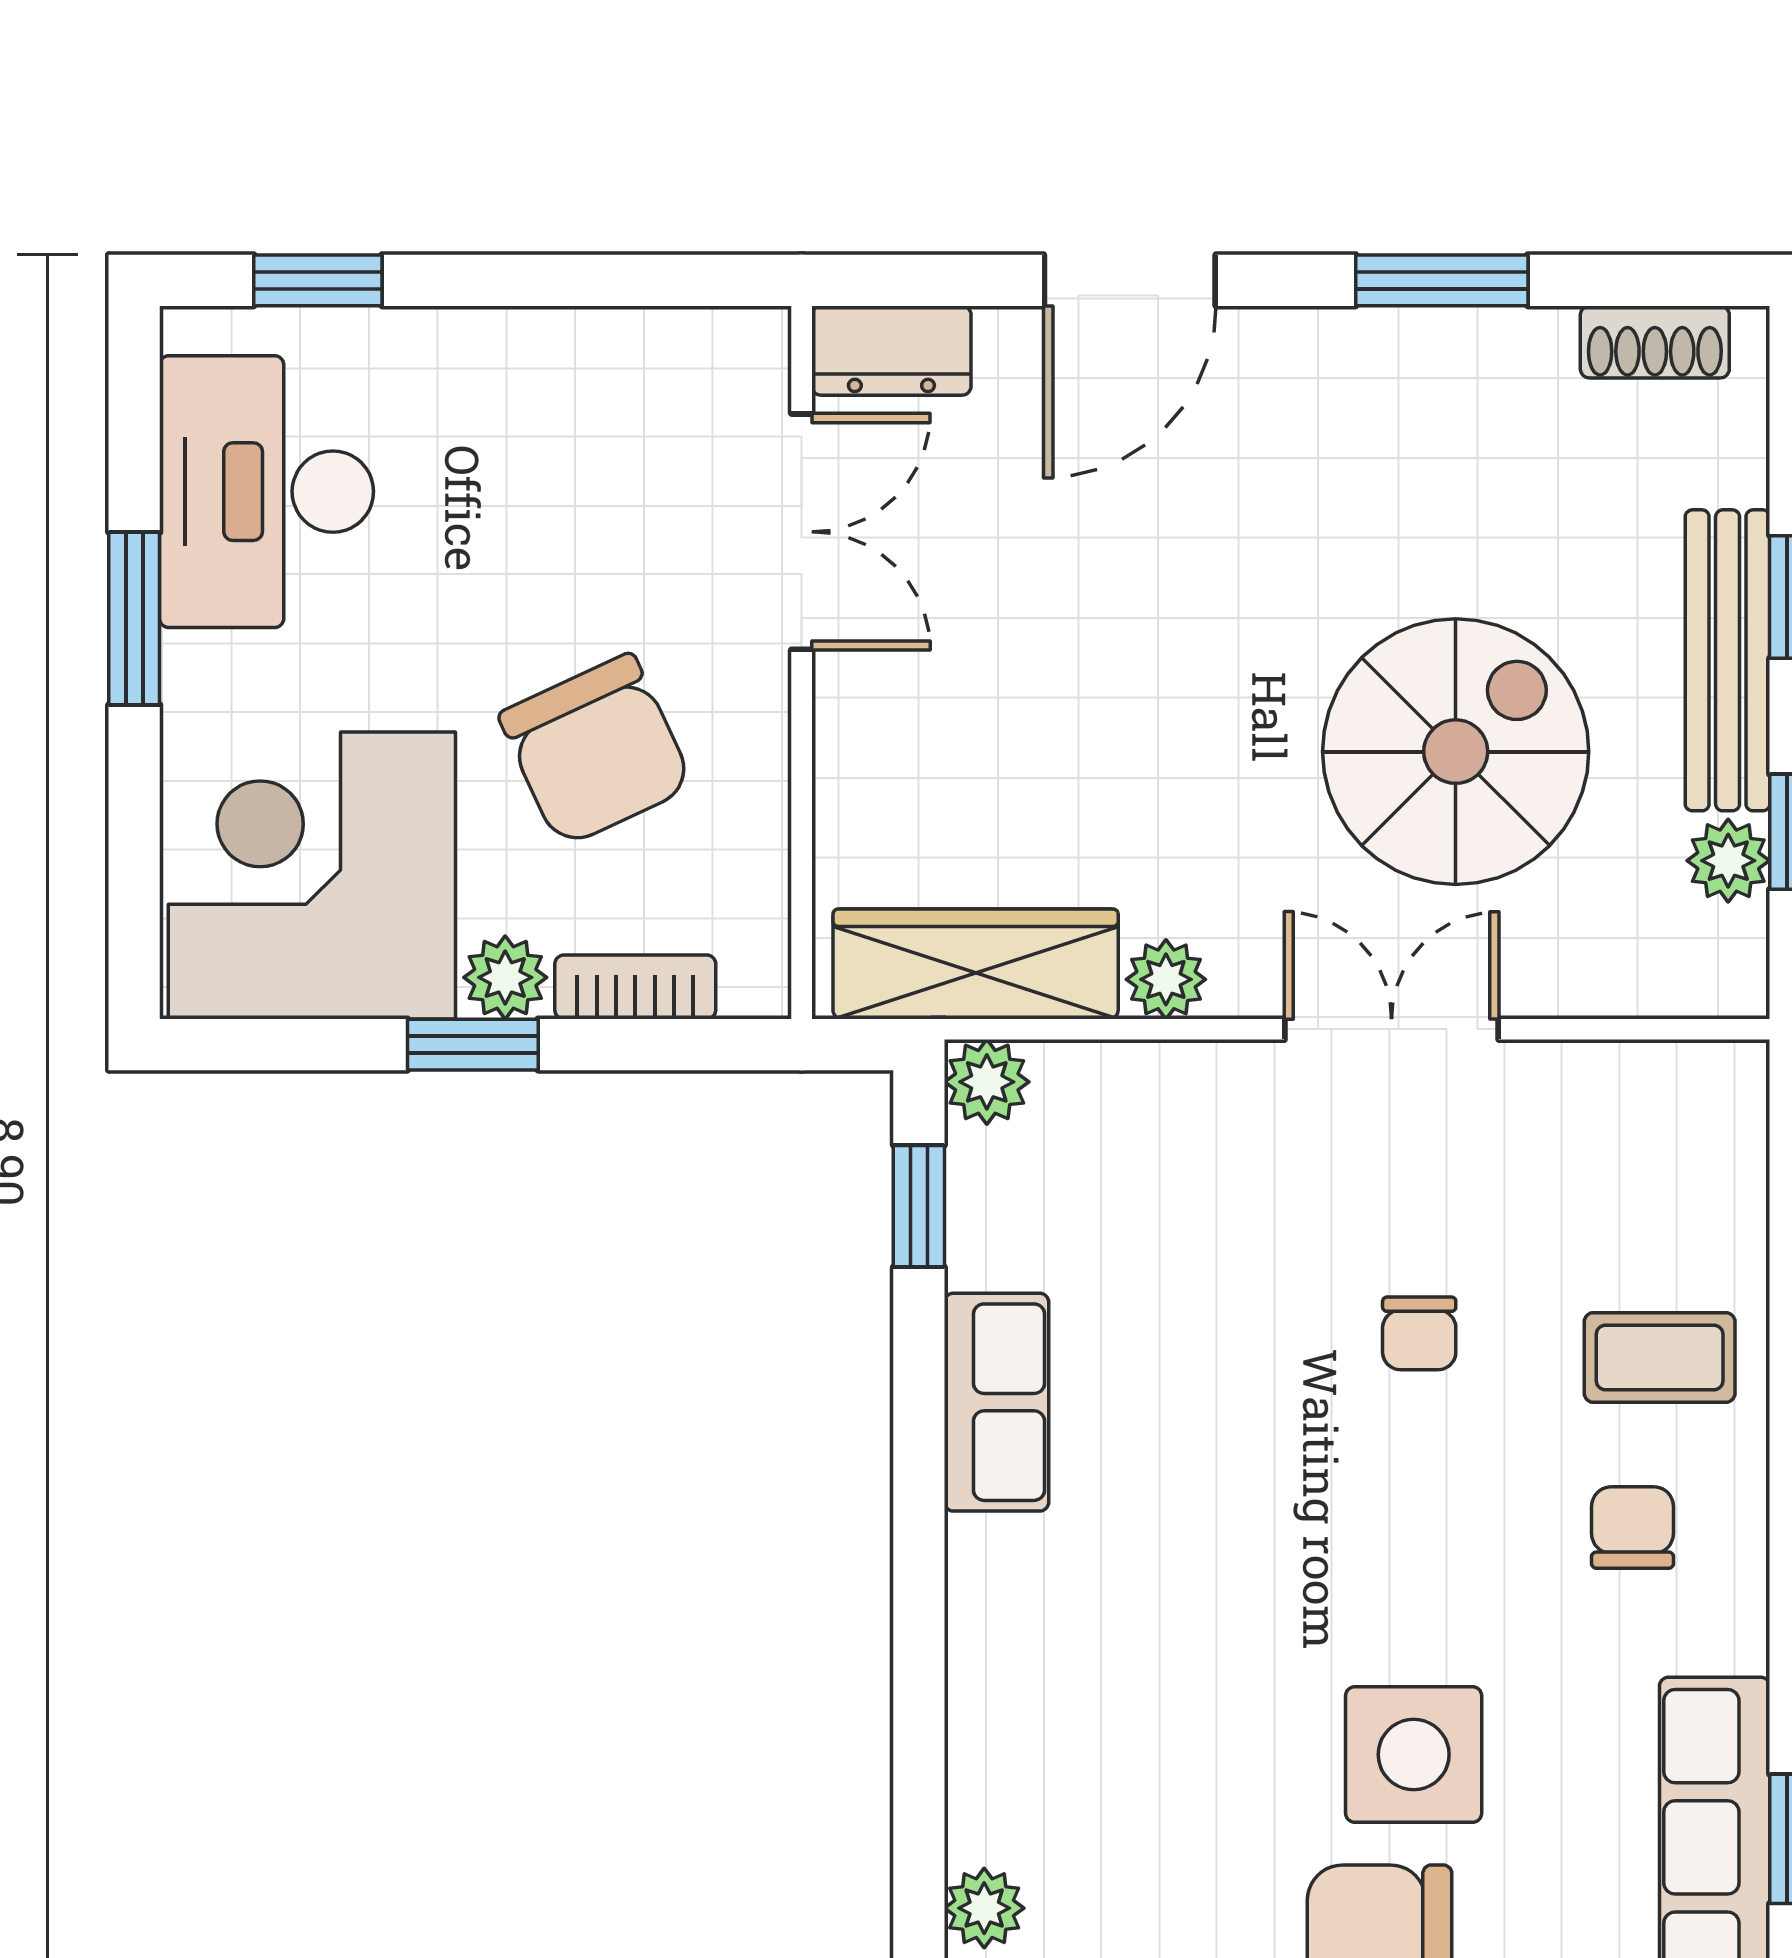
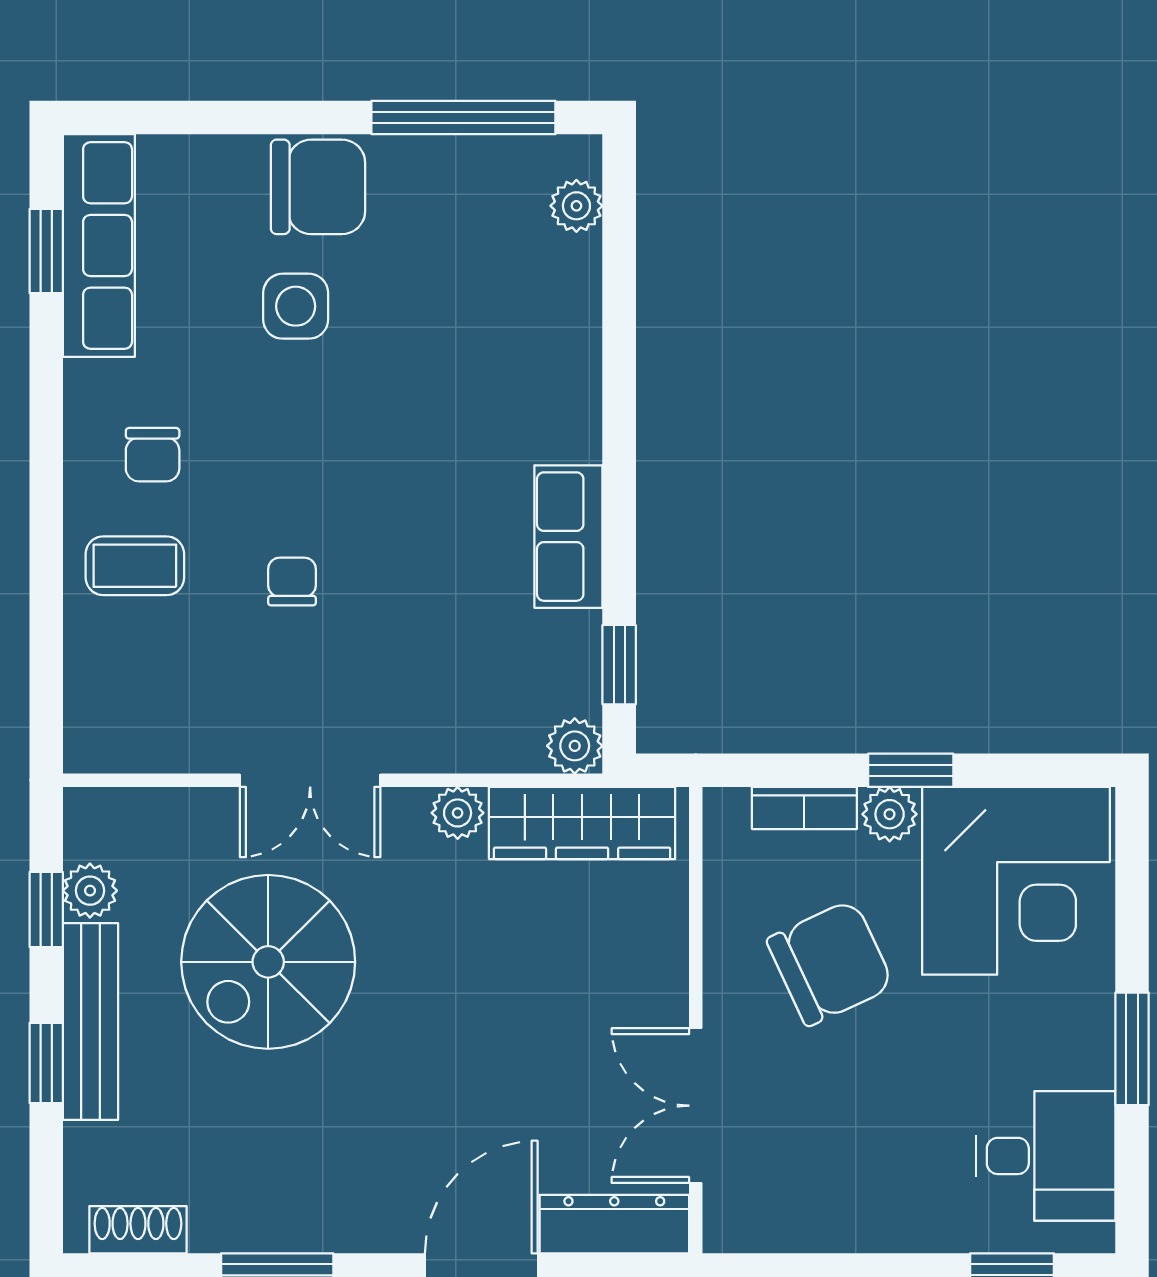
dresser: (891, 351) -> (614, 1224), width x1.44
desk: (267, 492) -> (1046, 1156), width x0.73
chair: (596, 750) -> (830, 963), turned 90
side table: (1414, 1755) -> (296, 306), width x0.73, depth x0.73

